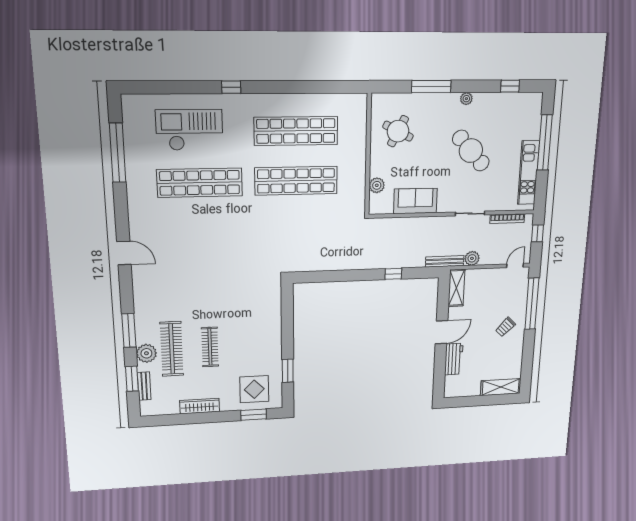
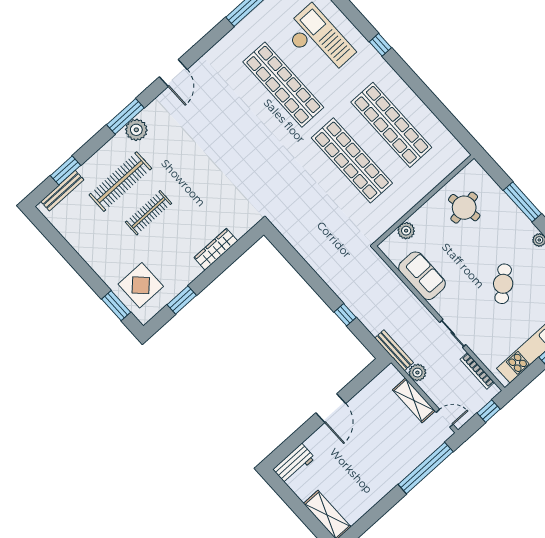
round table: (398, 131) -> (464, 208), turned -37
cafe table: (471, 151) -> (503, 284), width x0.73, depth x0.74
shelving: (456, 288) -> (414, 400), moved, turned 90
trolley: (505, 327) -> (385, 464), removed
window: (129, 331) -> (125, 116), moved
door: (442, 332) -> (331, 408), hinge flipped
plant: (146, 353) -> (136, 130), moved
workbench: (454, 359) -> (294, 464), moved
bench: (144, 386) -> (62, 191), width x1.36
wardrobe: (200, 406) -> (216, 249), moved, turned -90

